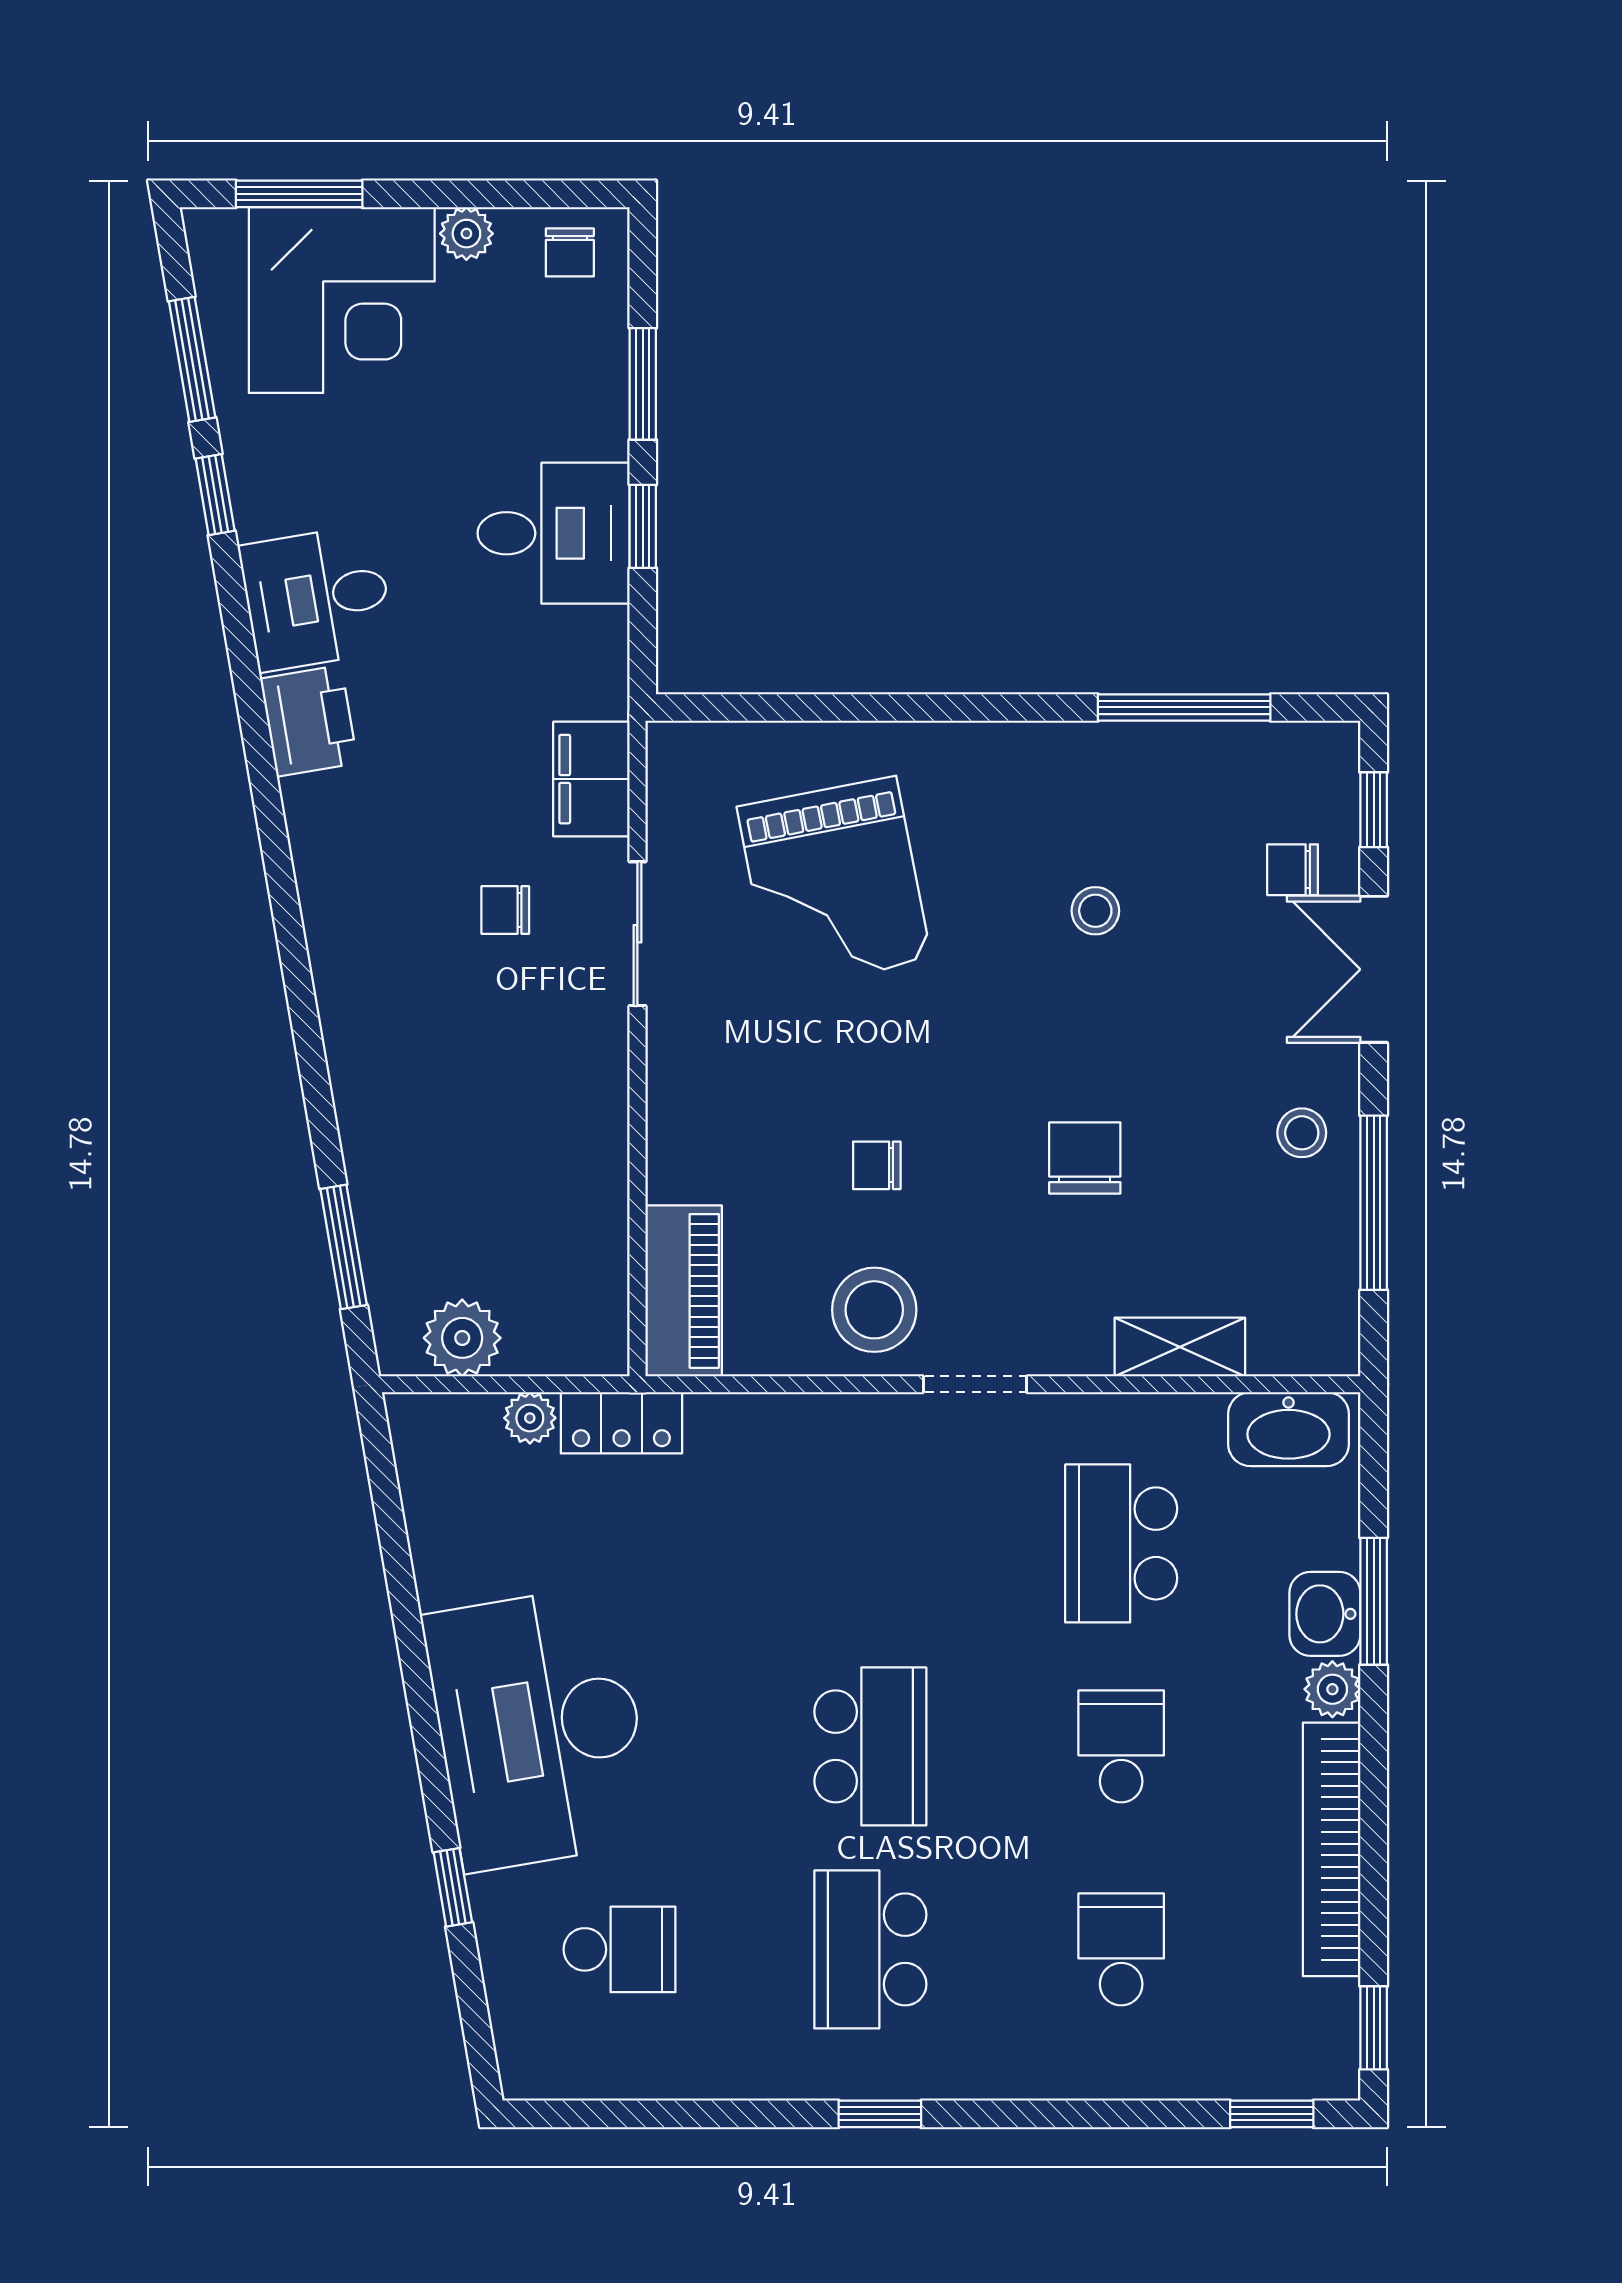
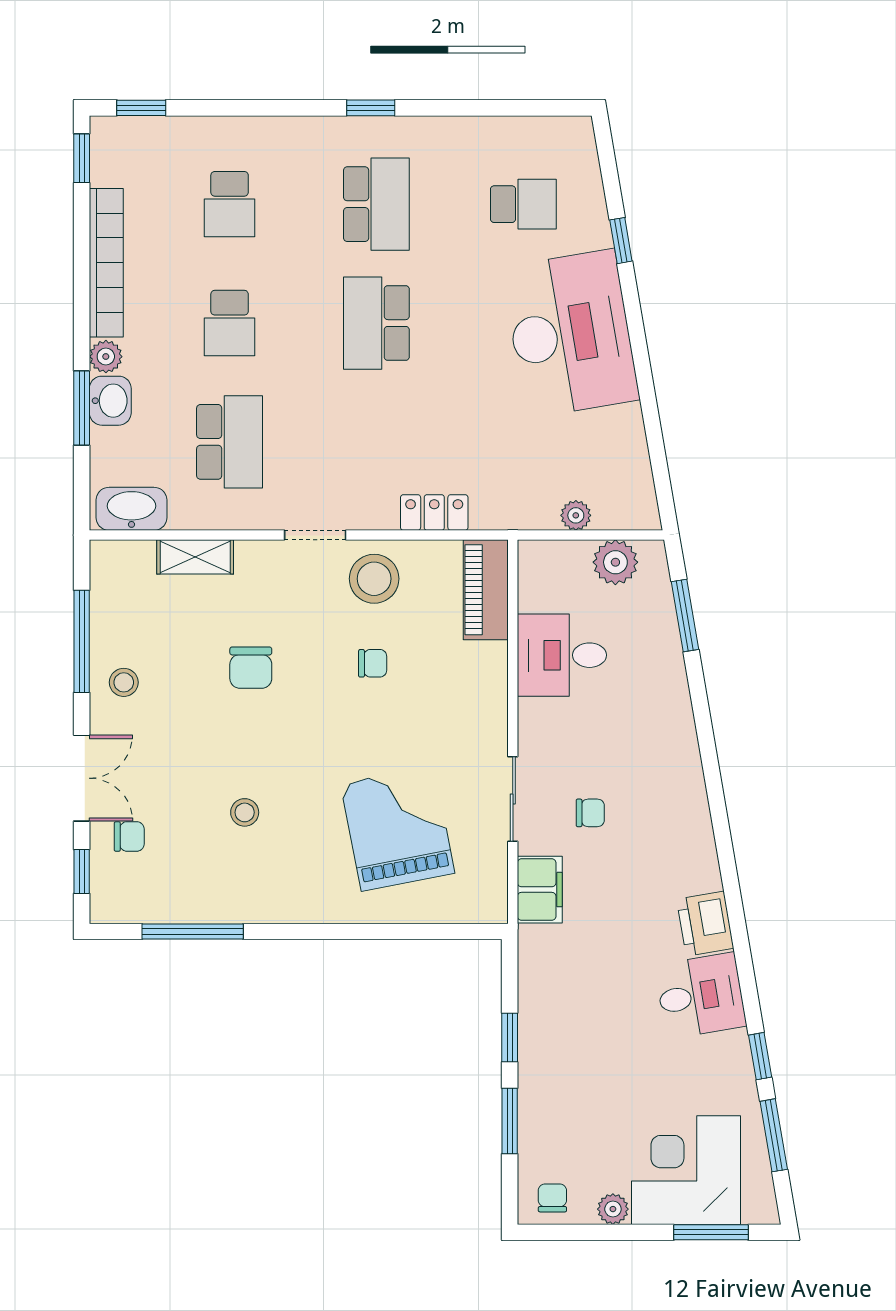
desk: (554, 533) -> (562, 655), moved
locker: (621, 1423) -> (434, 513), moved
school desk: (619, 1949) -> (523, 204), turned 180

